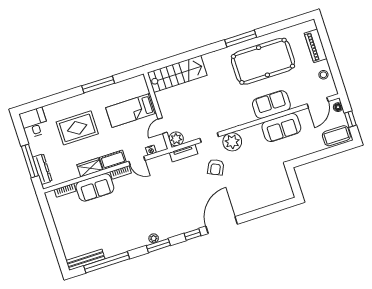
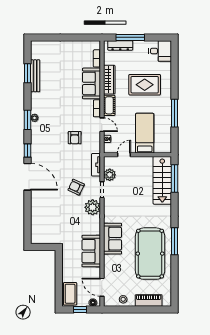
window: (171, 61) -> (174, 179), added
sofa: (271, 105) -> (113, 239), moved
door: (162, 126) -> (124, 155), hinge flipped
rug: (77, 128) -> (145, 85), turned 90
plant: (176, 139) -> (110, 175), moved
door: (137, 161) -> (102, 125), swing flipped
wardrobe: (90, 167) -> (109, 80), width x1.50
armchair: (161, 187) -> (75, 138), added
bench: (85, 260) -> (35, 76), moved
window: (107, 262) -> (27, 73), width x0.47

